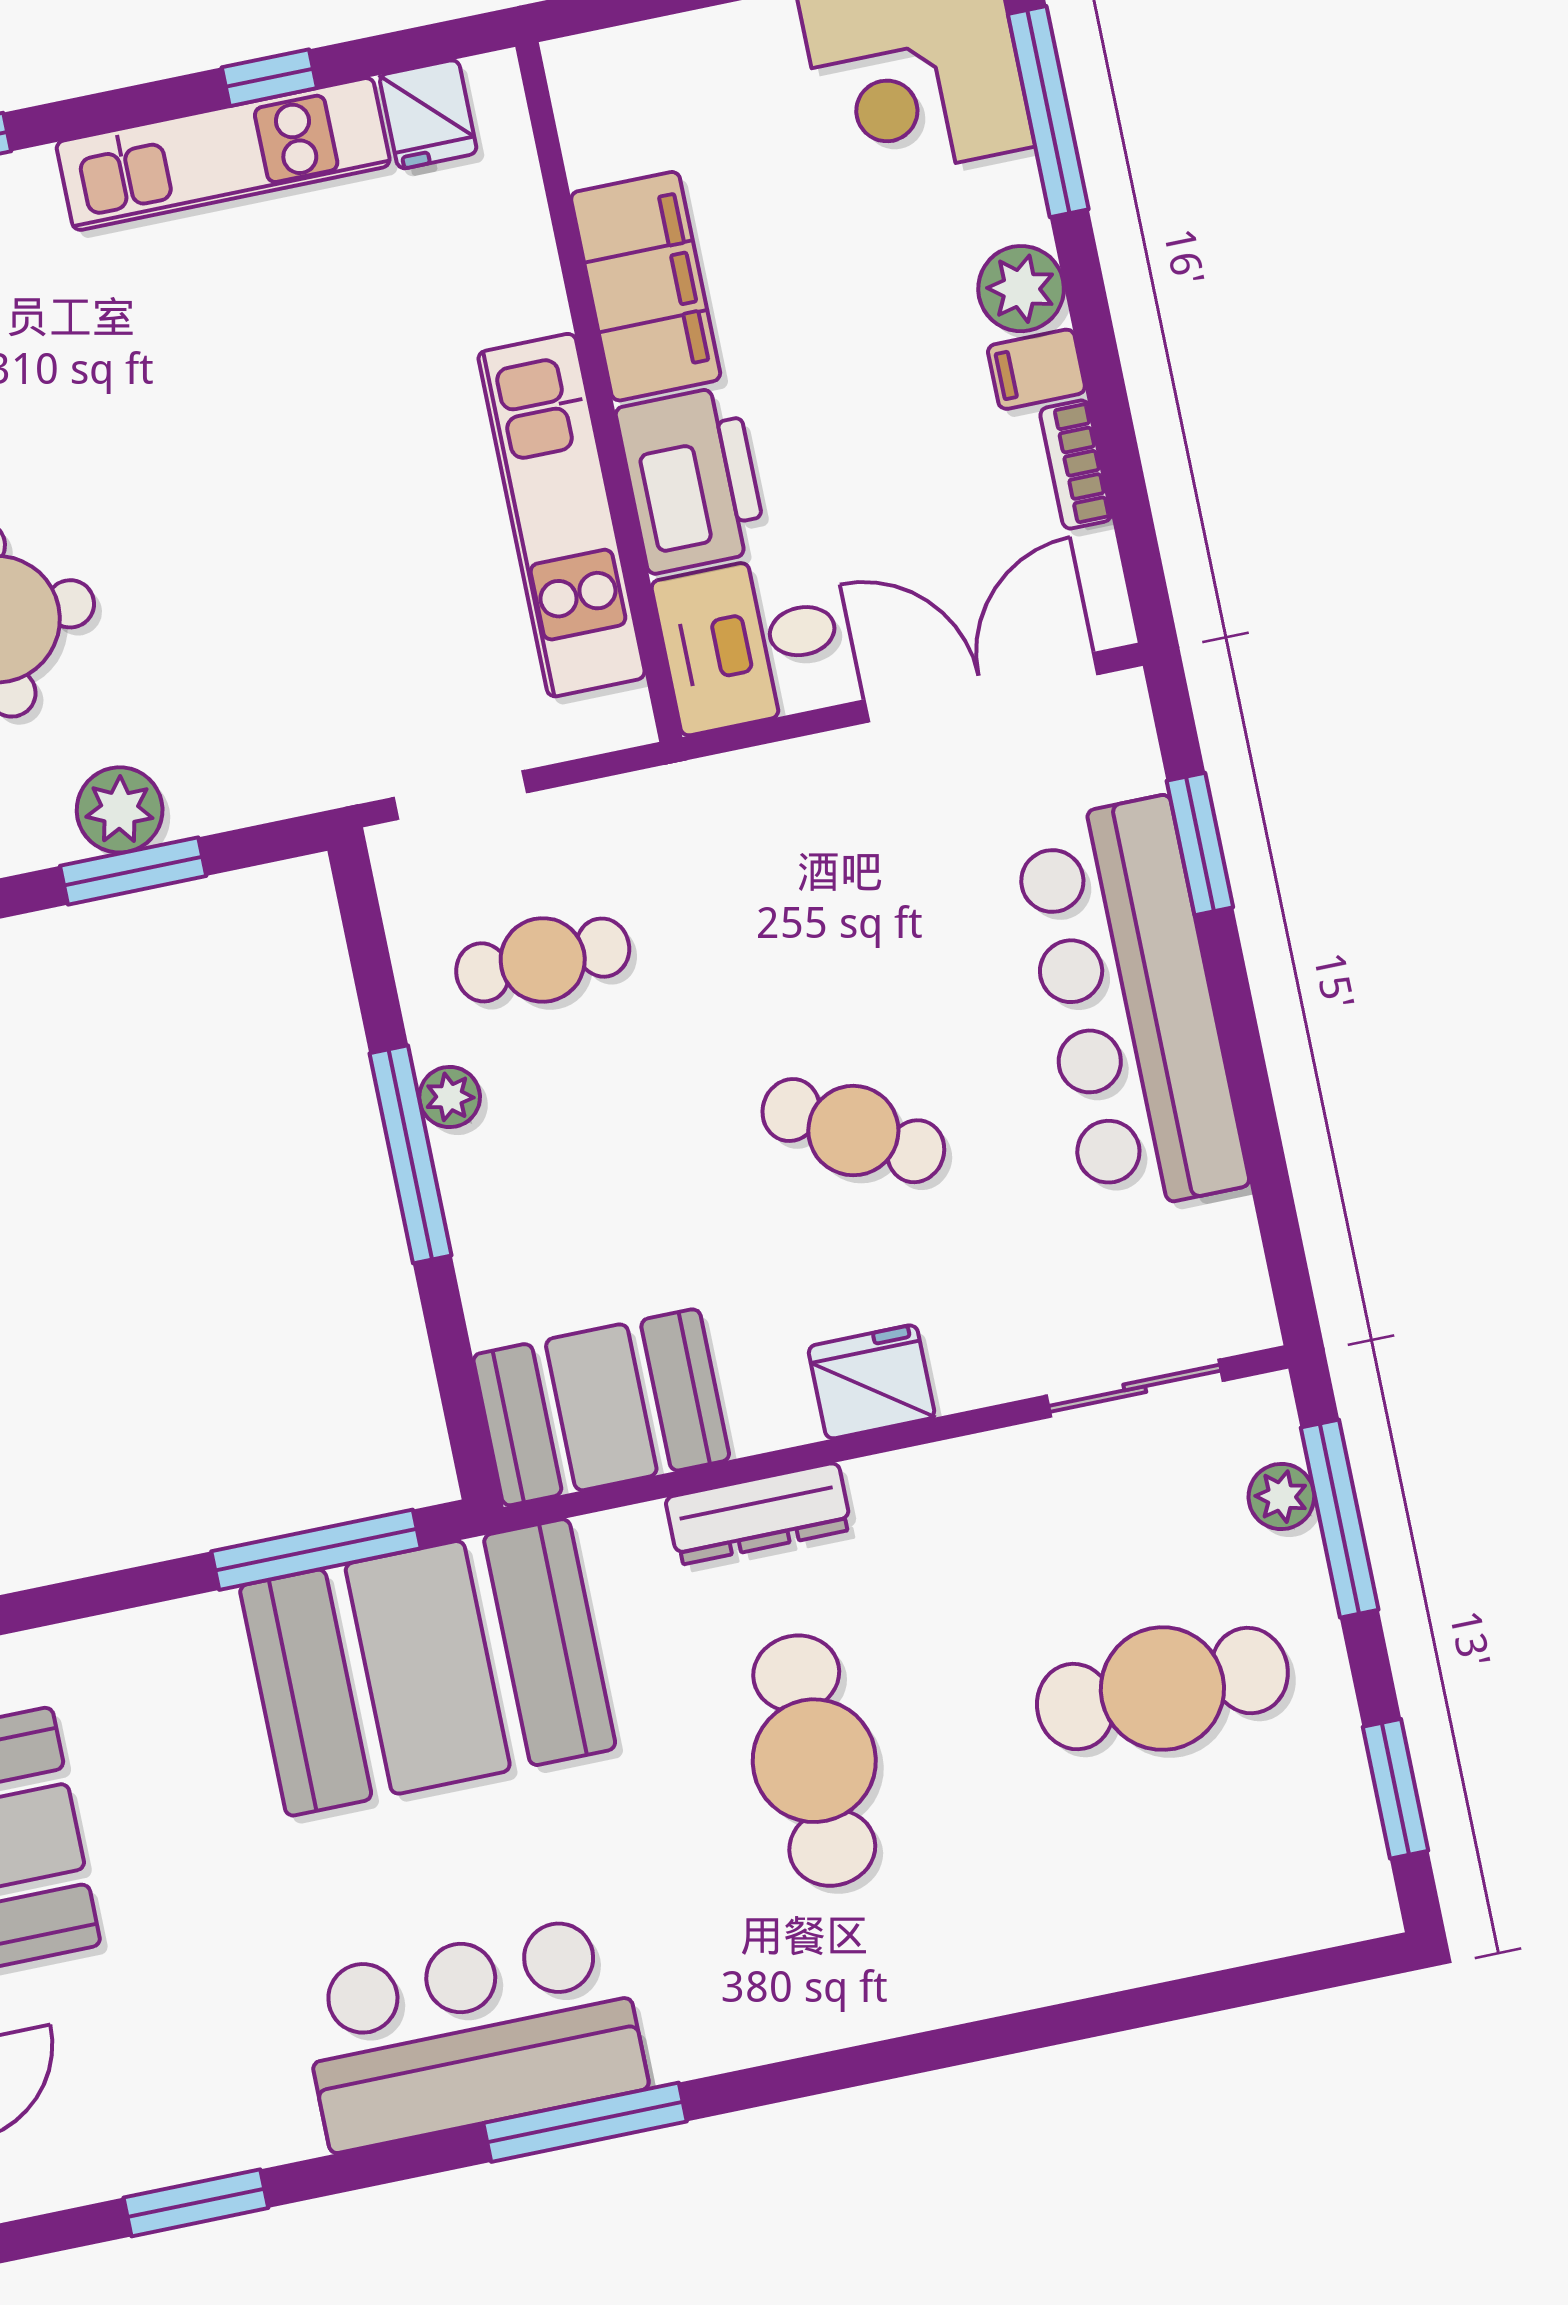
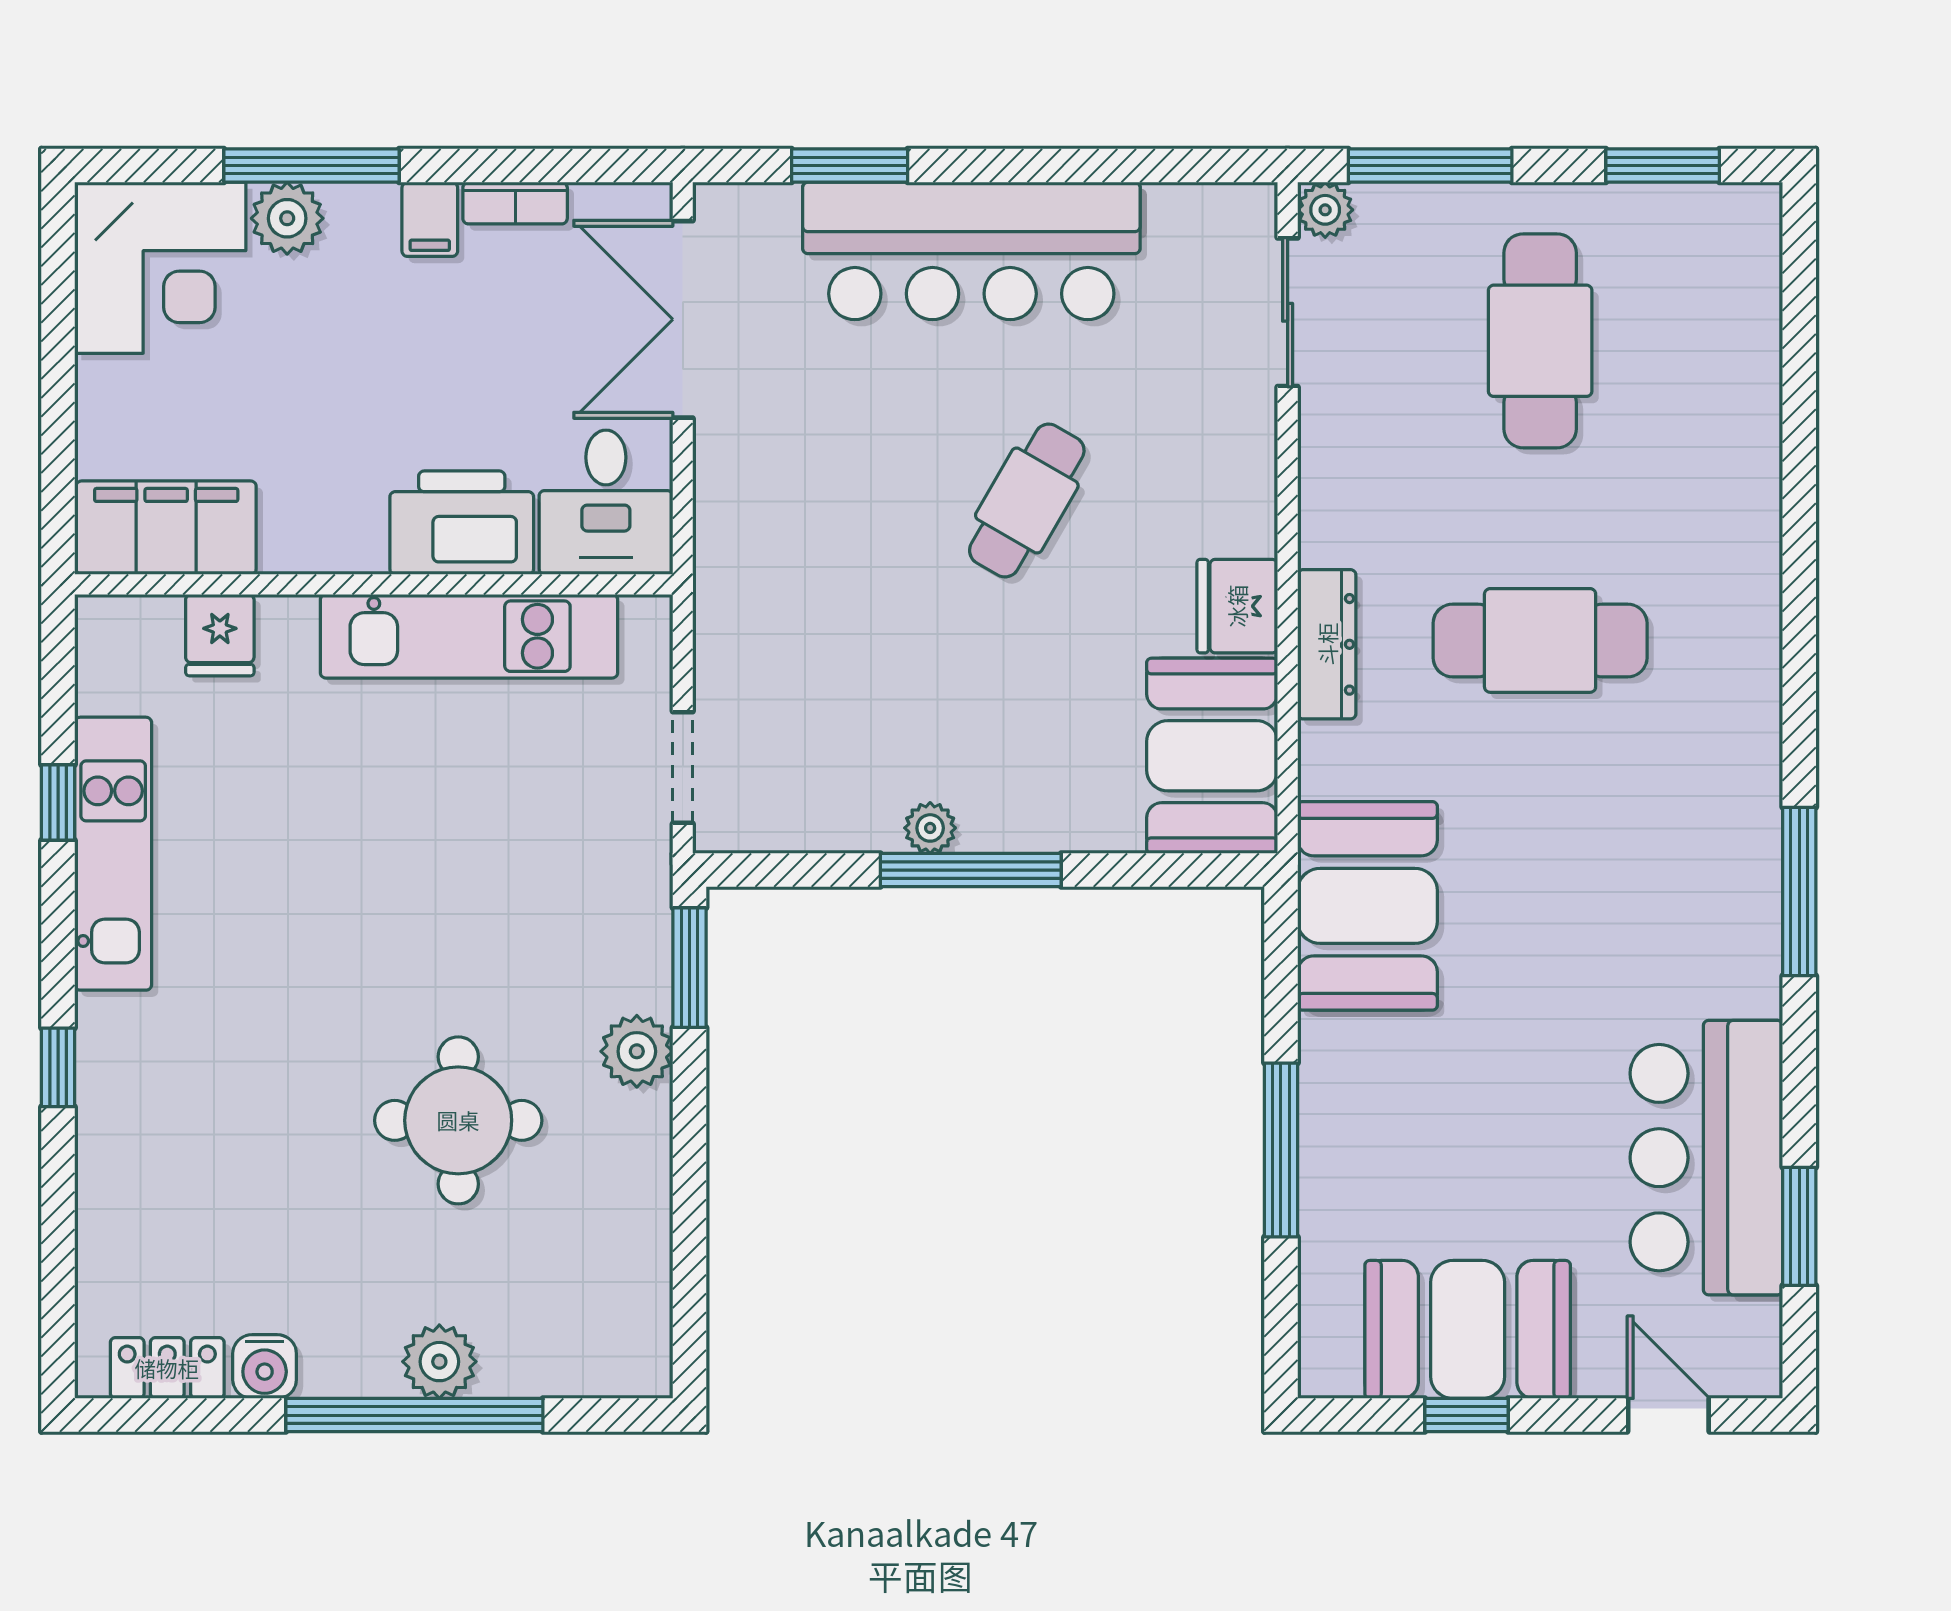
window: (1048, 112) -> (311, 166), moved
fridge: (428, 114) -> (220, 635), moved, turned 90
filing cabinet: (646, 286) -> (166, 528), moved
plant: (1021, 289) -> (287, 218), moved
window: (133, 871) -> (689, 968), moved
cafe table: (543, 960) -> (833, 728), removed
fridge: (871, 1382) -> (1237, 606), moved
plant: (1281, 1497) -> (1325, 210), moved
window: (316, 1550) -> (1281, 1150), moved
booth: (428, 1667) -> (1367, 906), width x0.73, depth x0.70
bar counter: (472, 2033) -> (1706, 1158), moved

